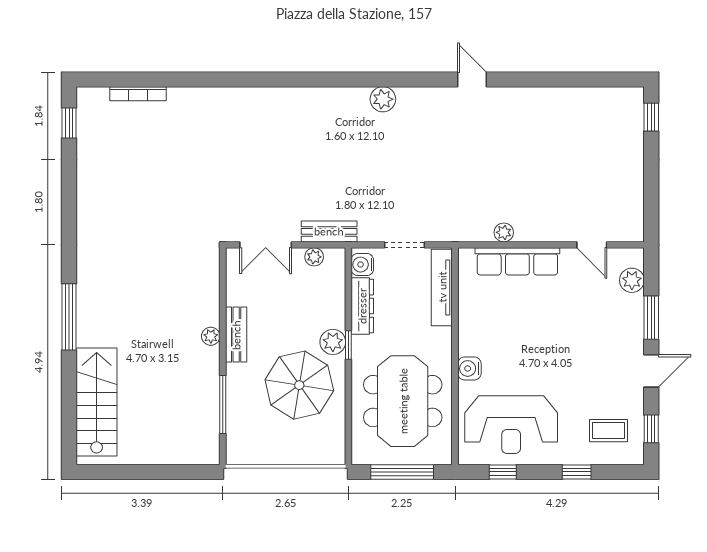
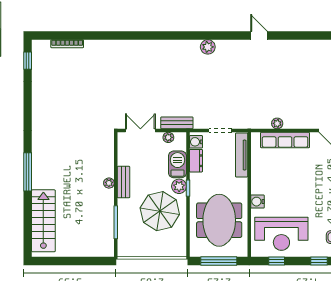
double door: (266, 245) -> (140, 131), swing flipped
barbecue: (330, 304) -> (177, 164), added
dresser: (362, 306) -> (196, 161), width x0.70

